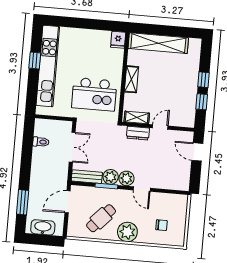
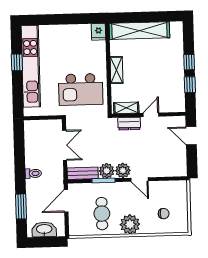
toilet: (41, 142) -> (33, 173), moved
cafe table: (101, 218) -> (102, 214), turned -43

